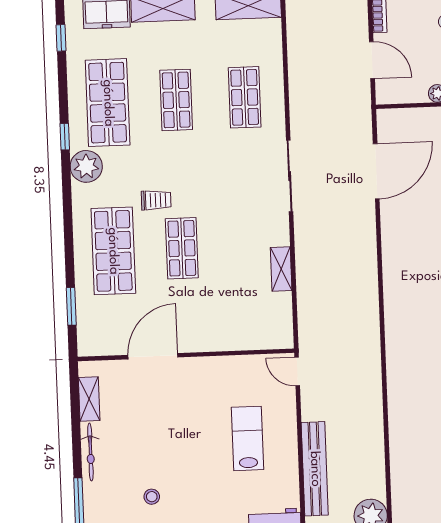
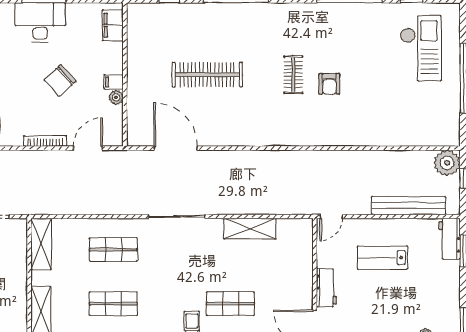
shelving: (281, 269) -> (250, 229), width x1.50, depth x1.33
workbench: (207, 369) -> (326, 288), added

